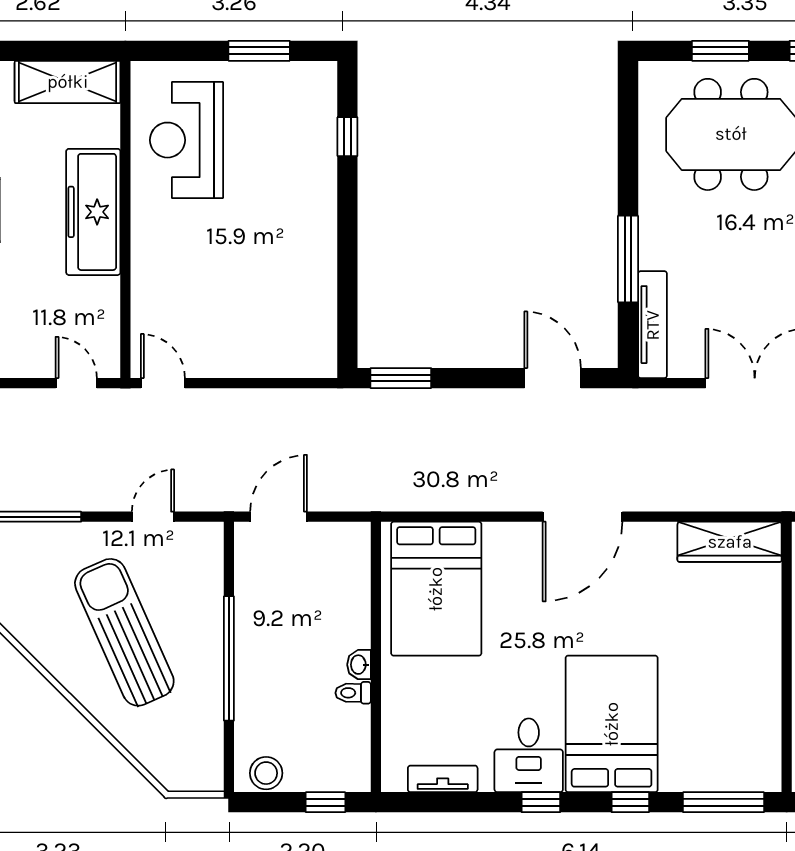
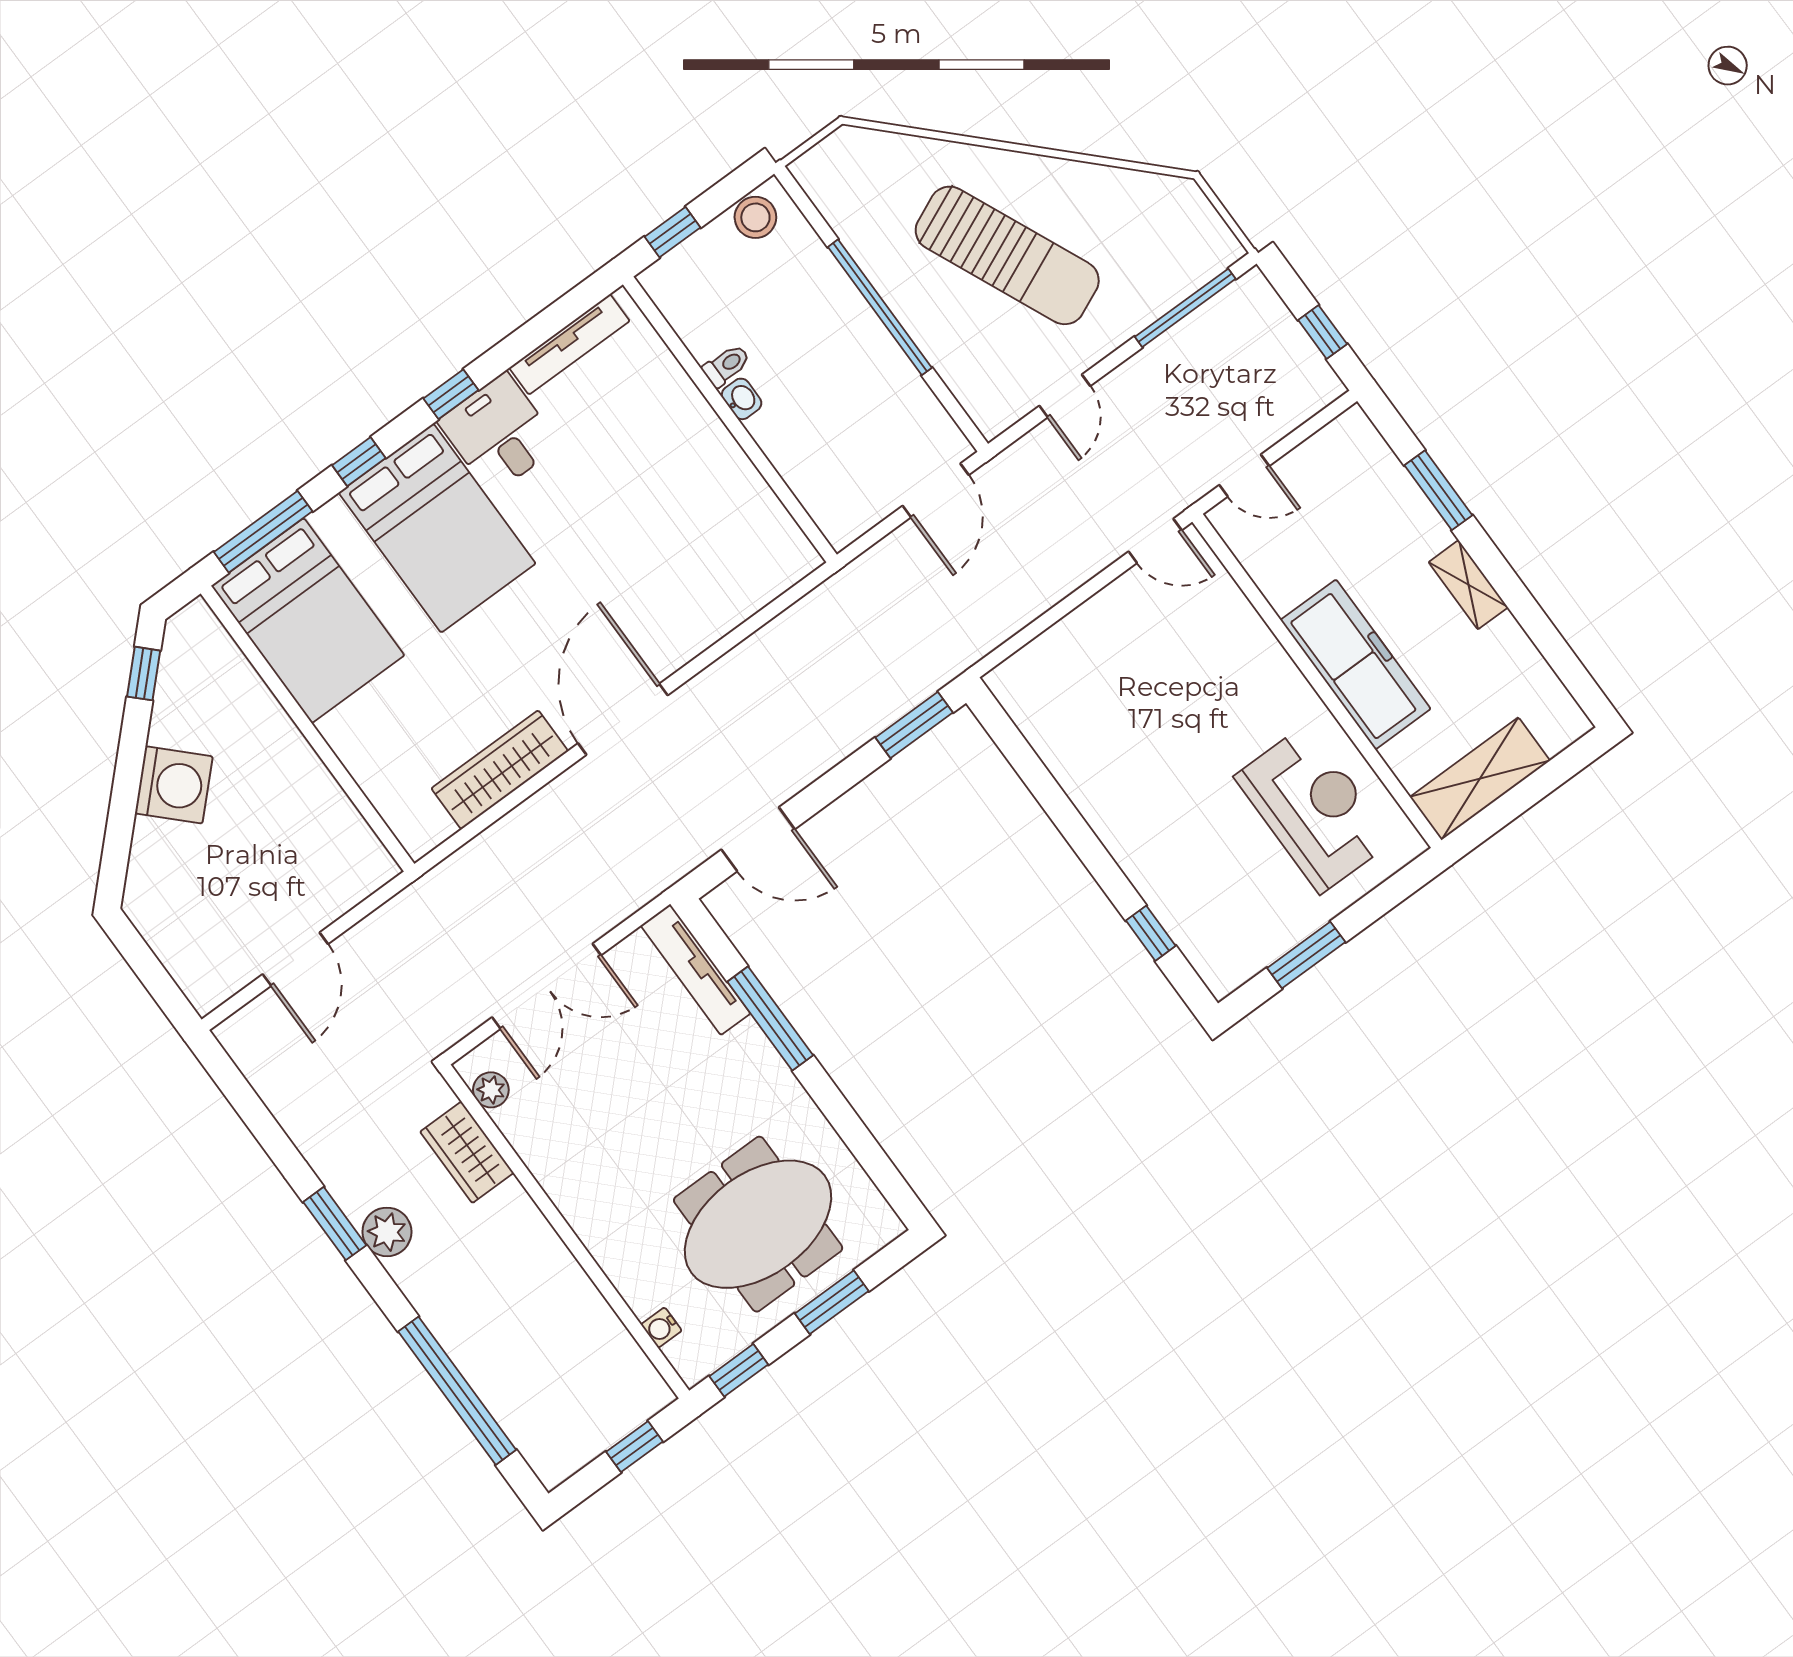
wardrobe: (730, 542) -> (500, 770), moved
bed: (436, 589) -> (308, 621), moved, turned 180
tv unit: (443, 779) -> (569, 344), width x1.41

